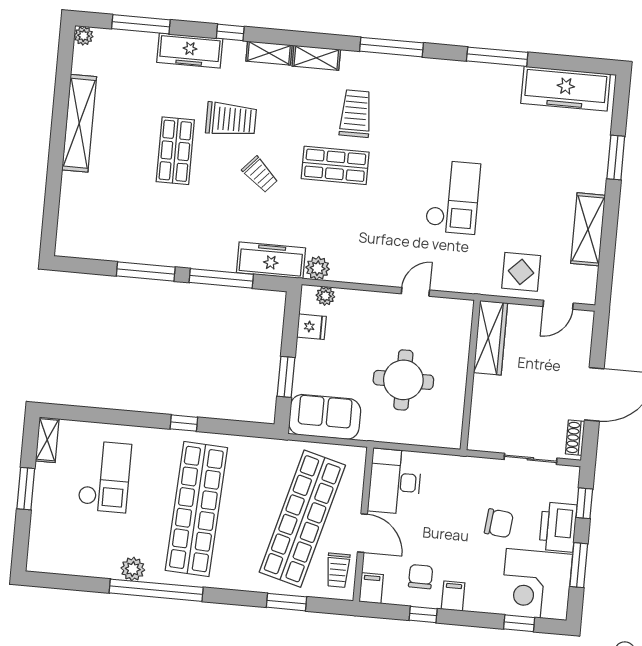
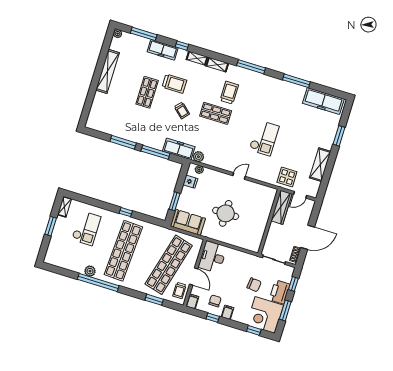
wardrobe: (491, 338) -> (281, 207), moved
wall: (470, 375) -> (269, 222), moved

